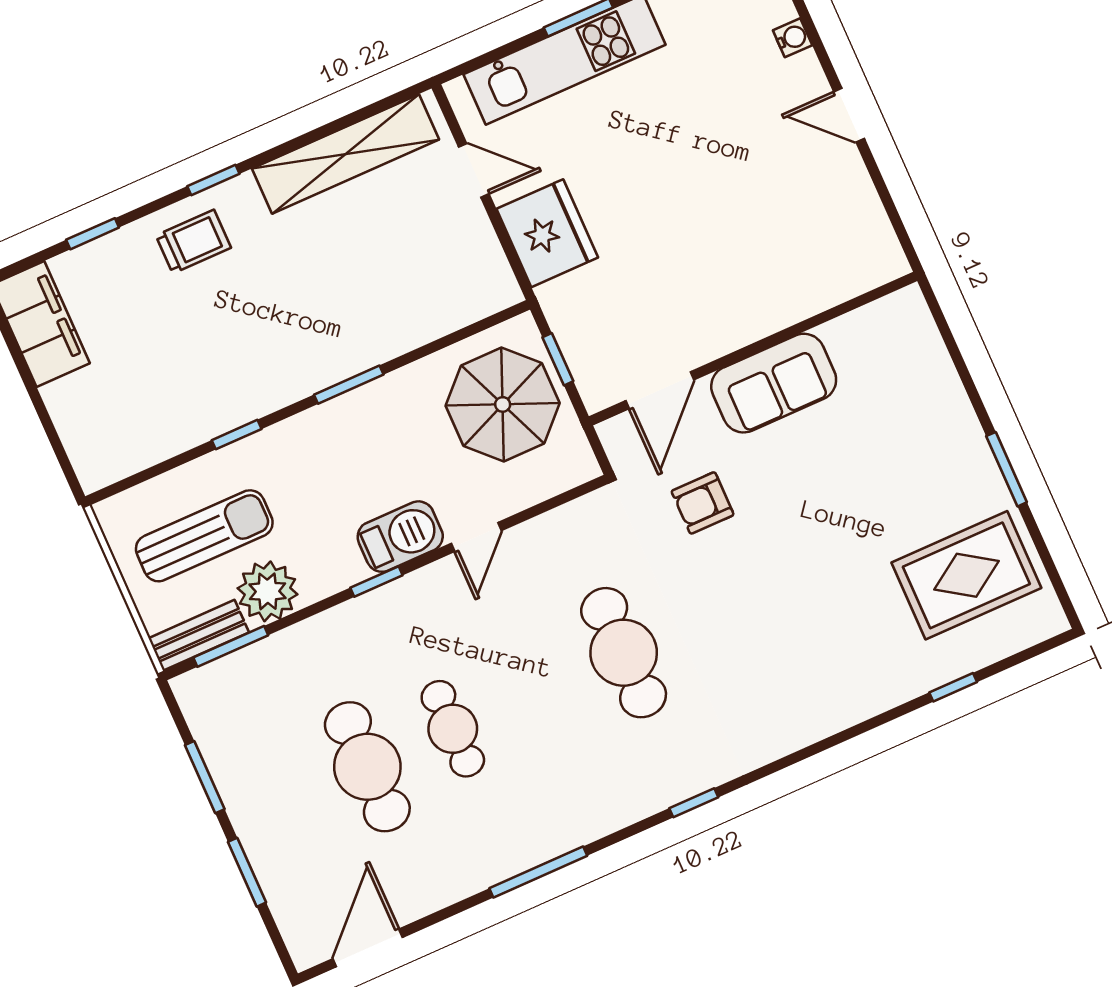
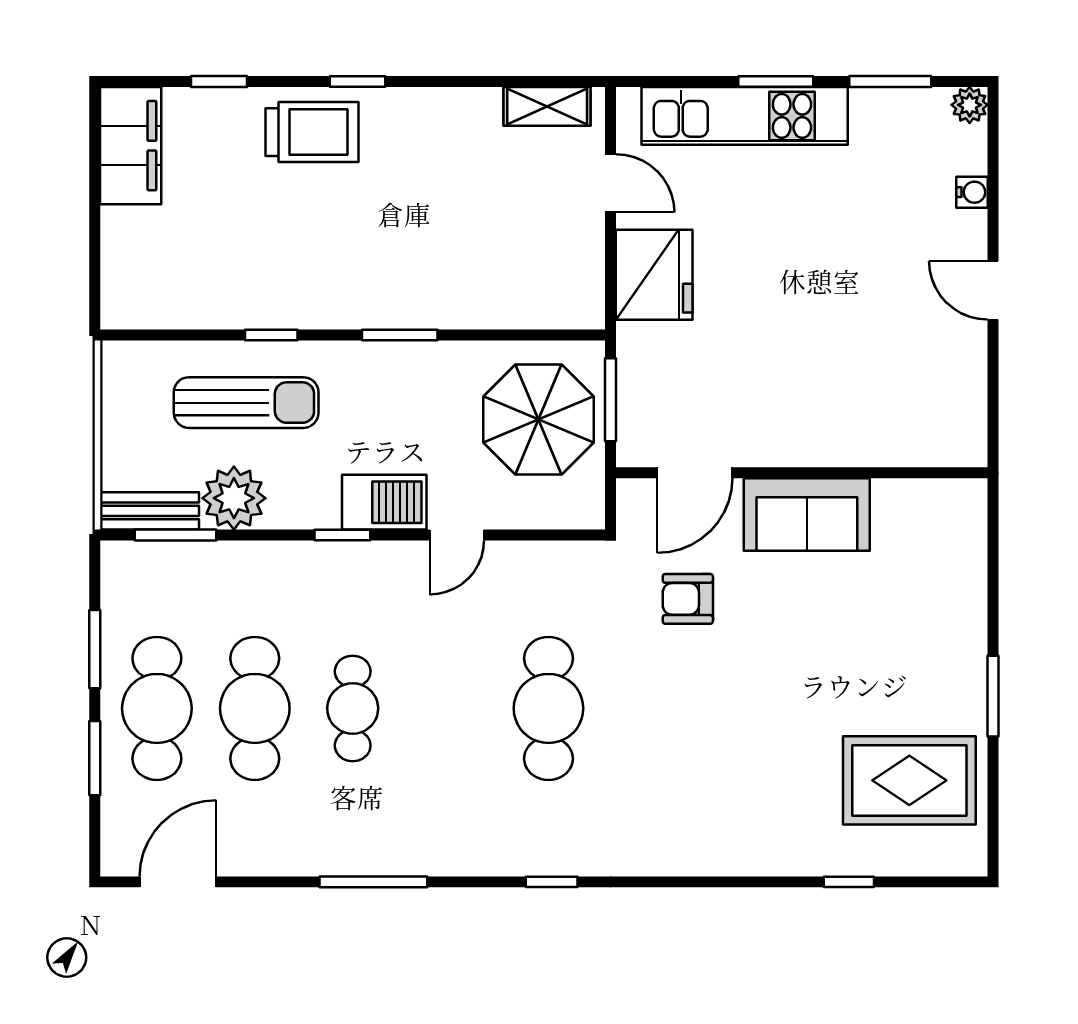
shelving: (345, 154) -> (547, 106), width x0.45, depth x0.75
trolley: (193, 242) -> (312, 132), width x1.36, depth x1.39
window: (558, 359) -> (611, 400), width x1.50
sun lounger: (204, 536) -> (246, 403), moved
cafe table: (282, 805) -> (157, 708), added

